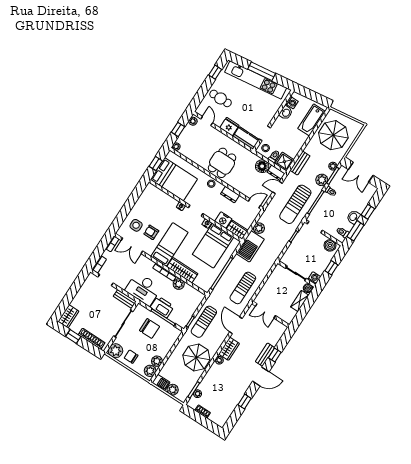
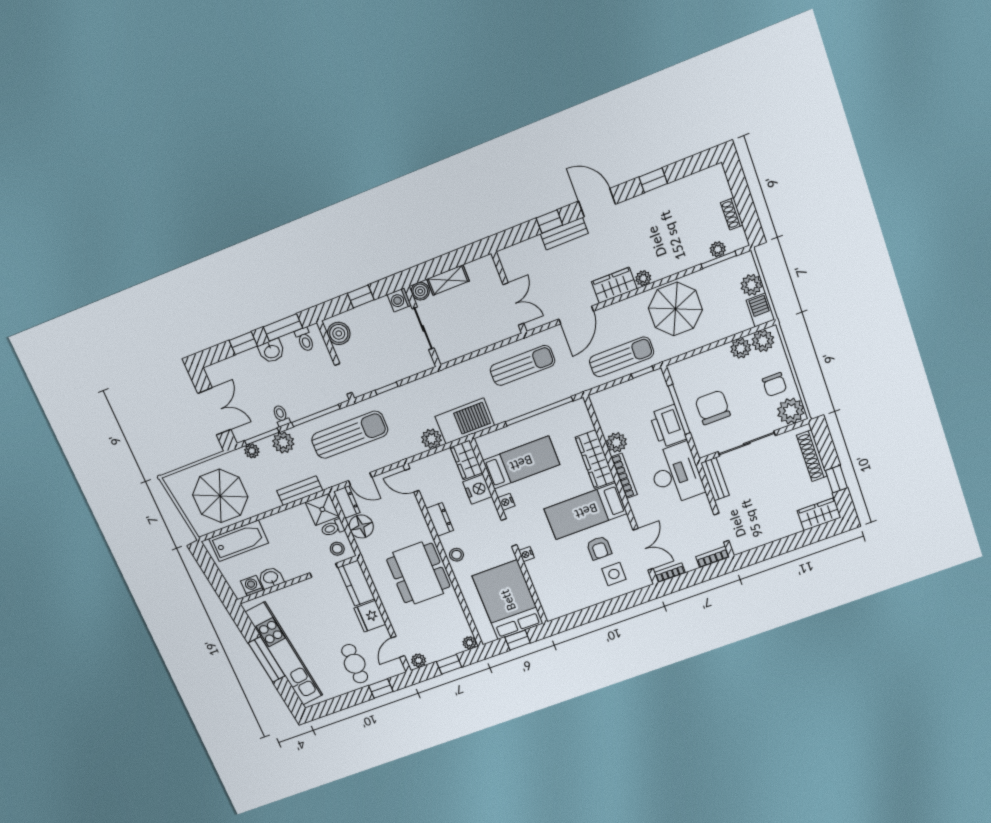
window: (215, 72) -> (381, 689), moved
dining table: (222, 163) -> (418, 573), width x1.38
bed: (213, 246) -> (521, 463), width x0.67

